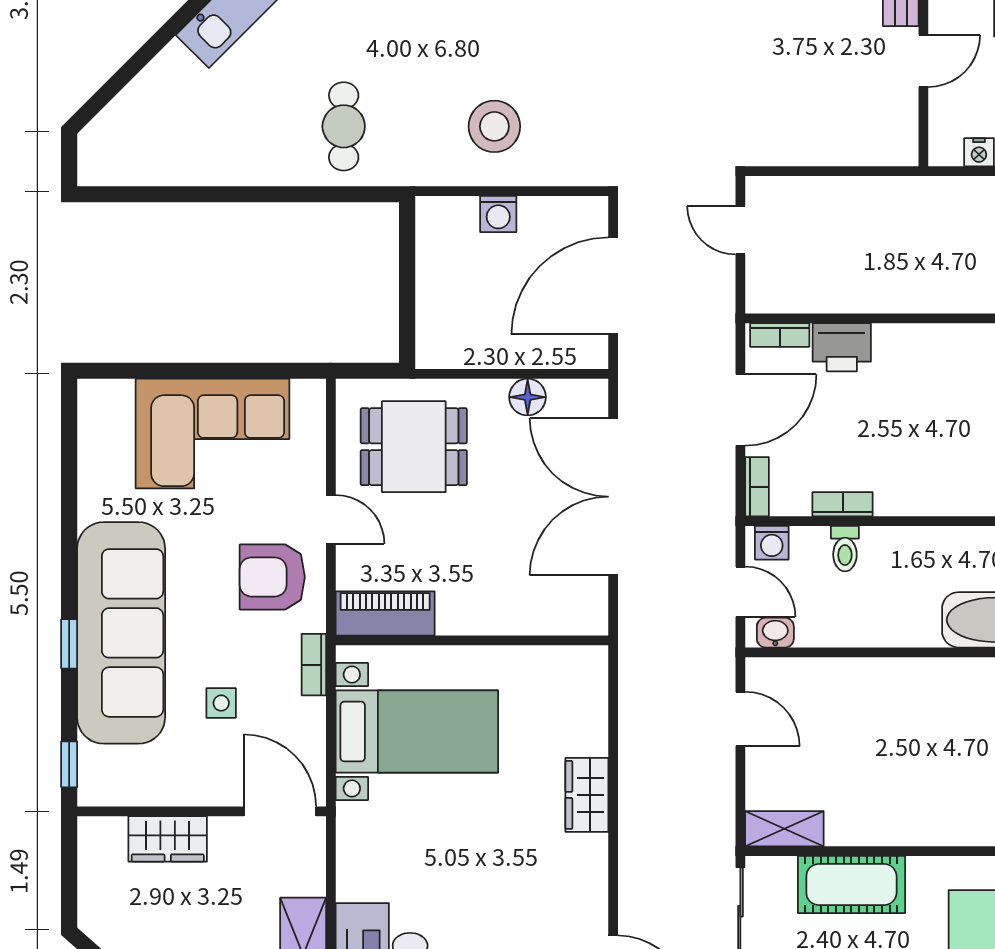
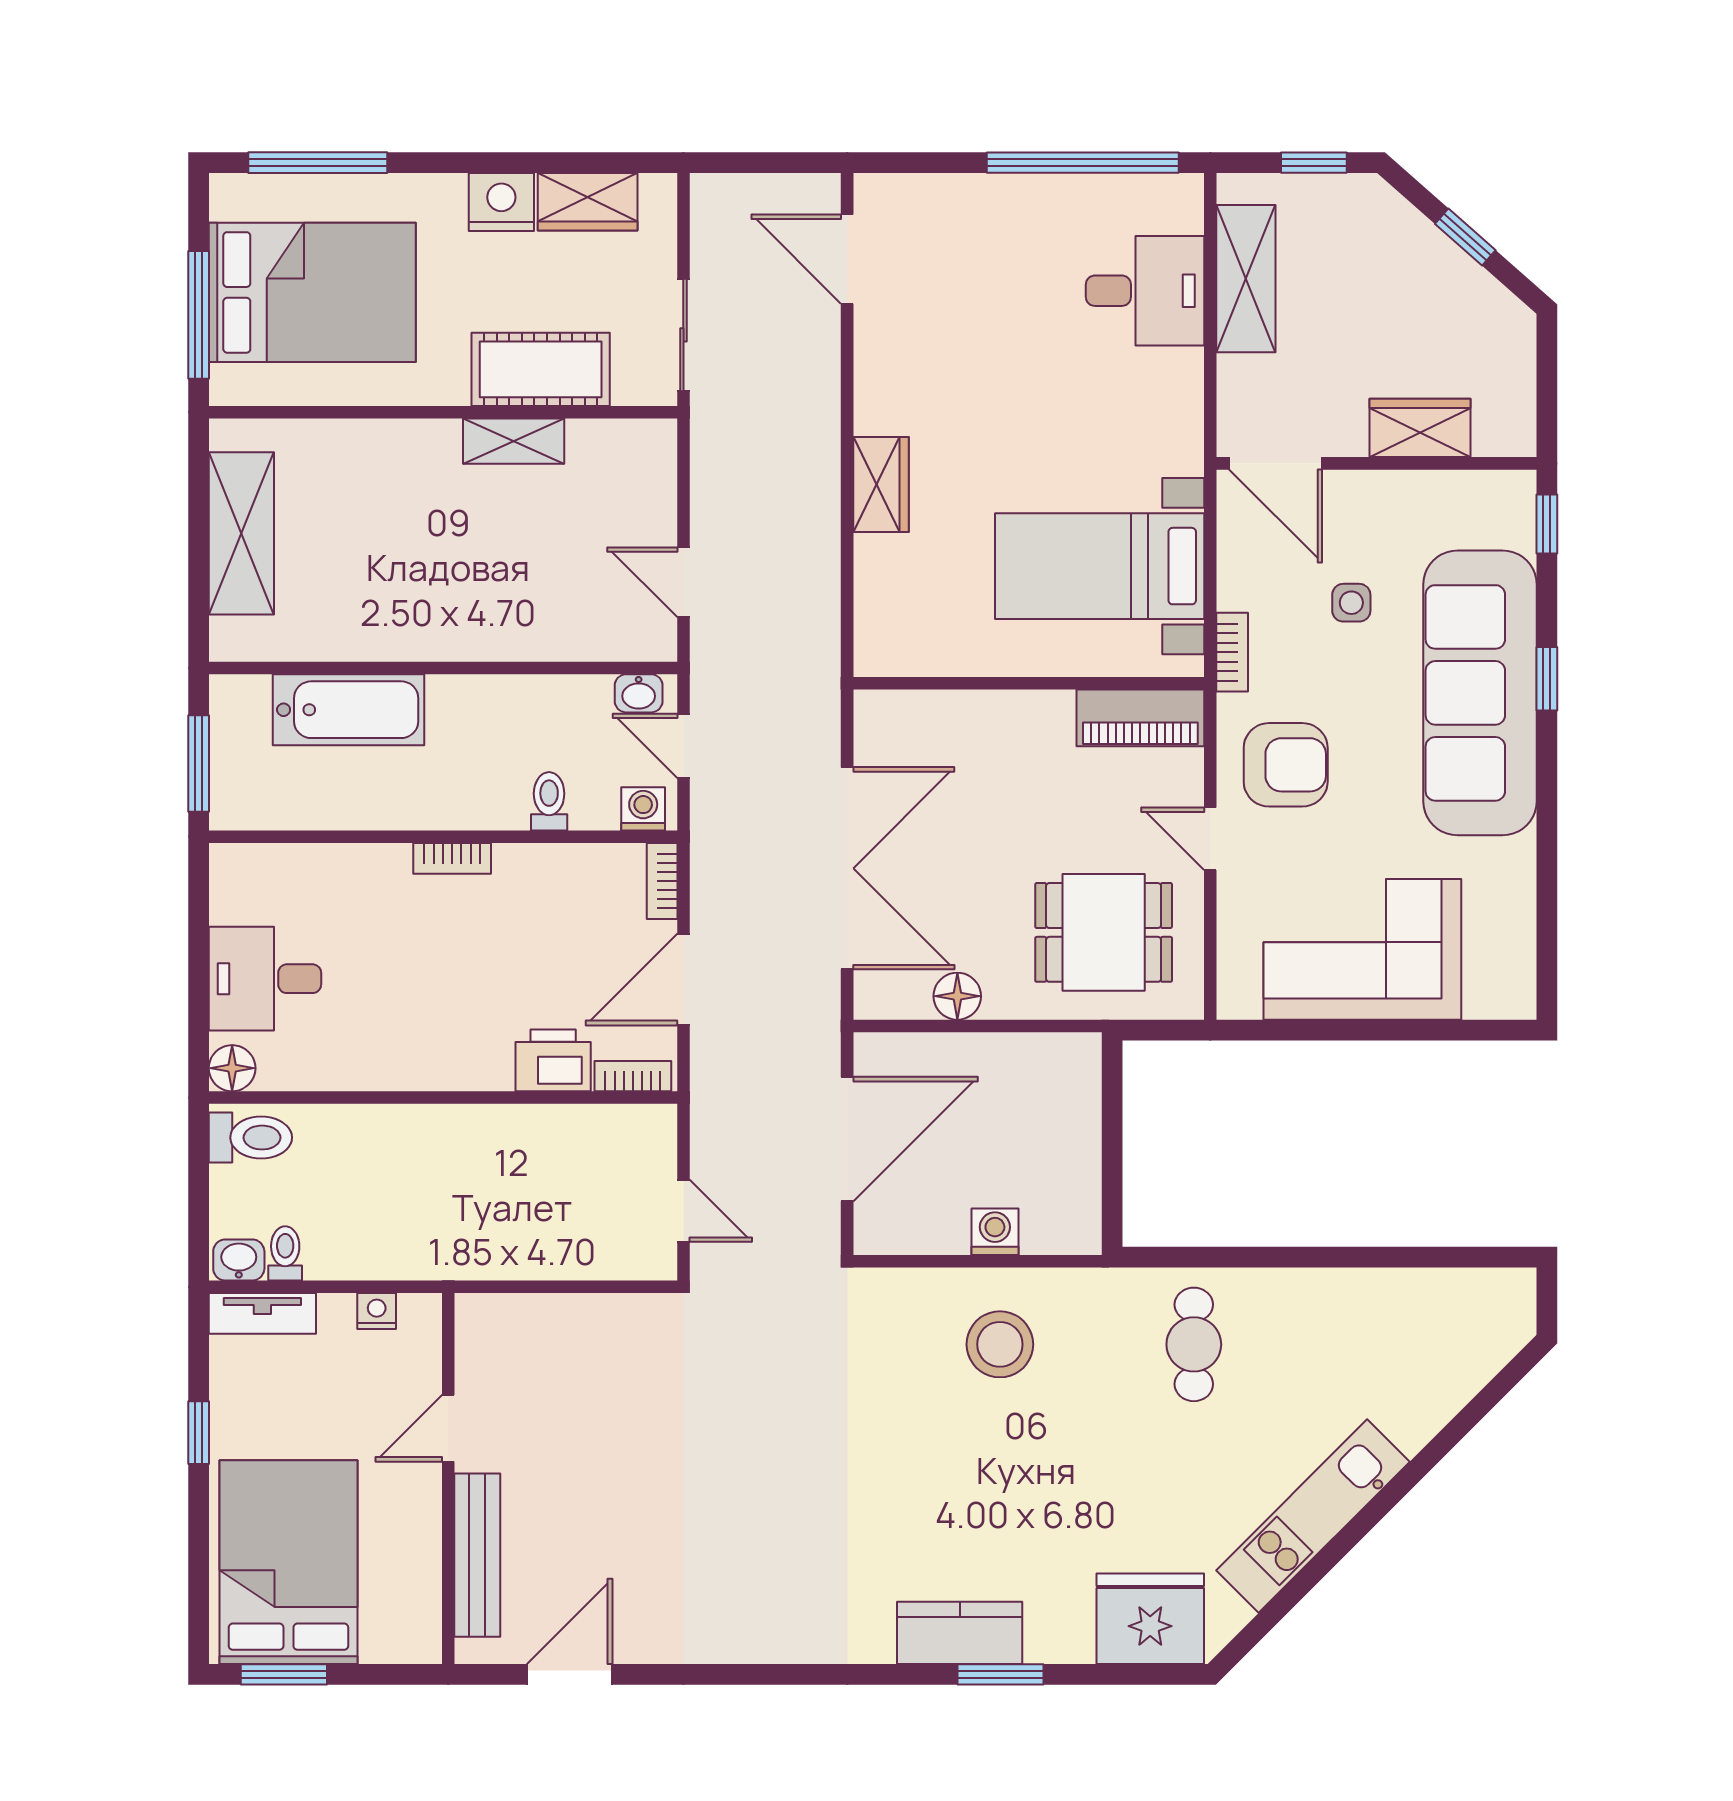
bookcase: (843, 504) -> (452, 858), moved
shelving: (784, 829) -> (514, 441), moved

